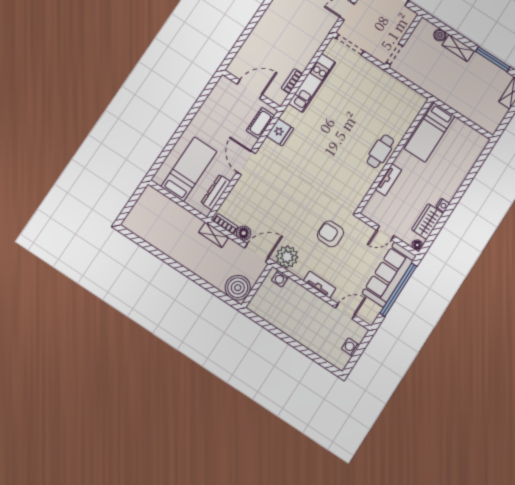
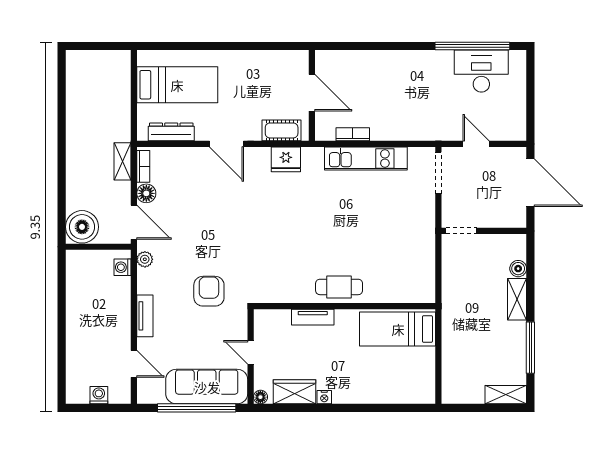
door: (246, 163) -> (226, 144), swing flipped
plant: (287, 257) -> (145, 259), width x0.53, depth x0.53

